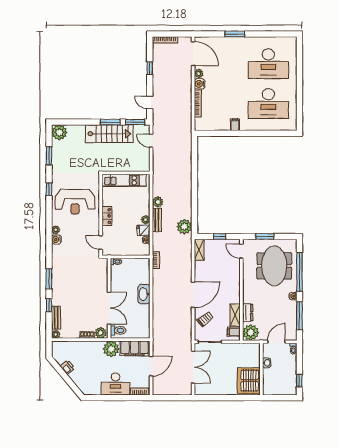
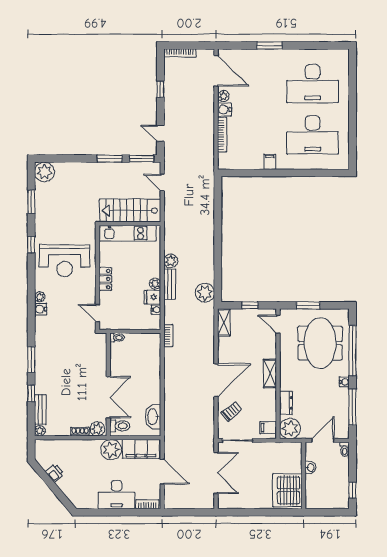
stairs: (109, 134) -> (130, 211), moved, turned 180
washbasin: (144, 294) -> (153, 417), moved
shelving: (235, 315) -> (270, 373), moved
door: (151, 366) -> (162, 472), hinge flipped

